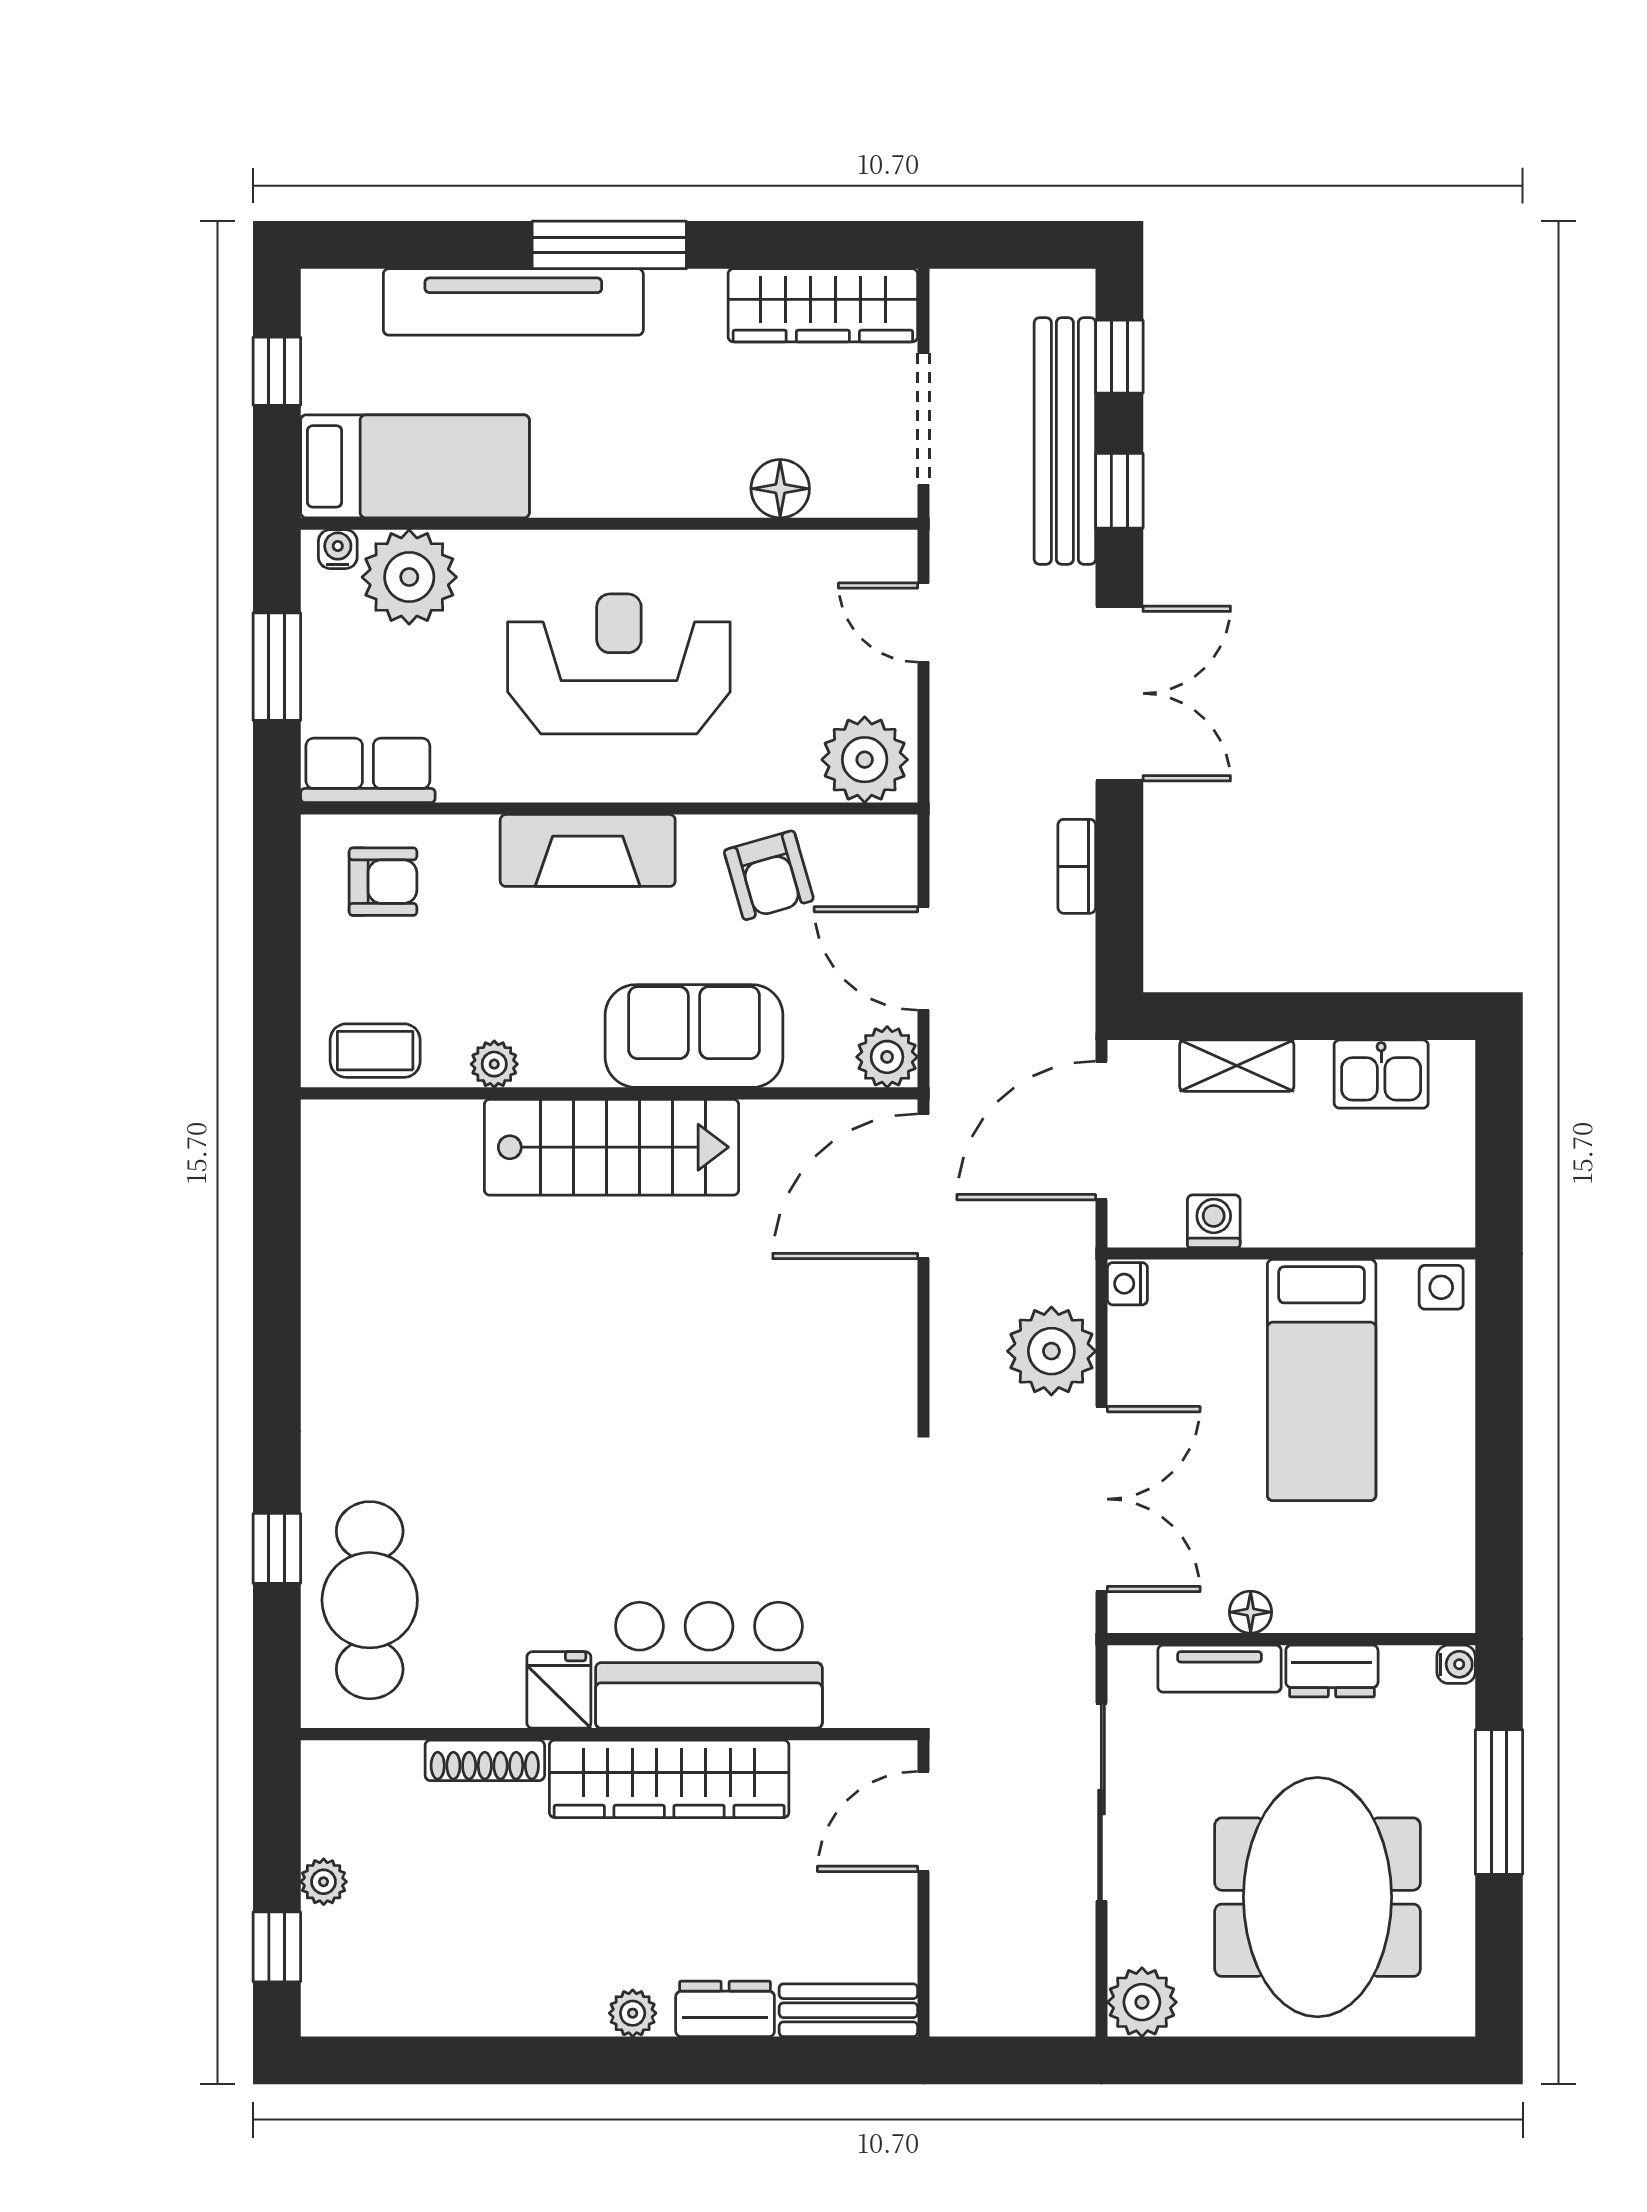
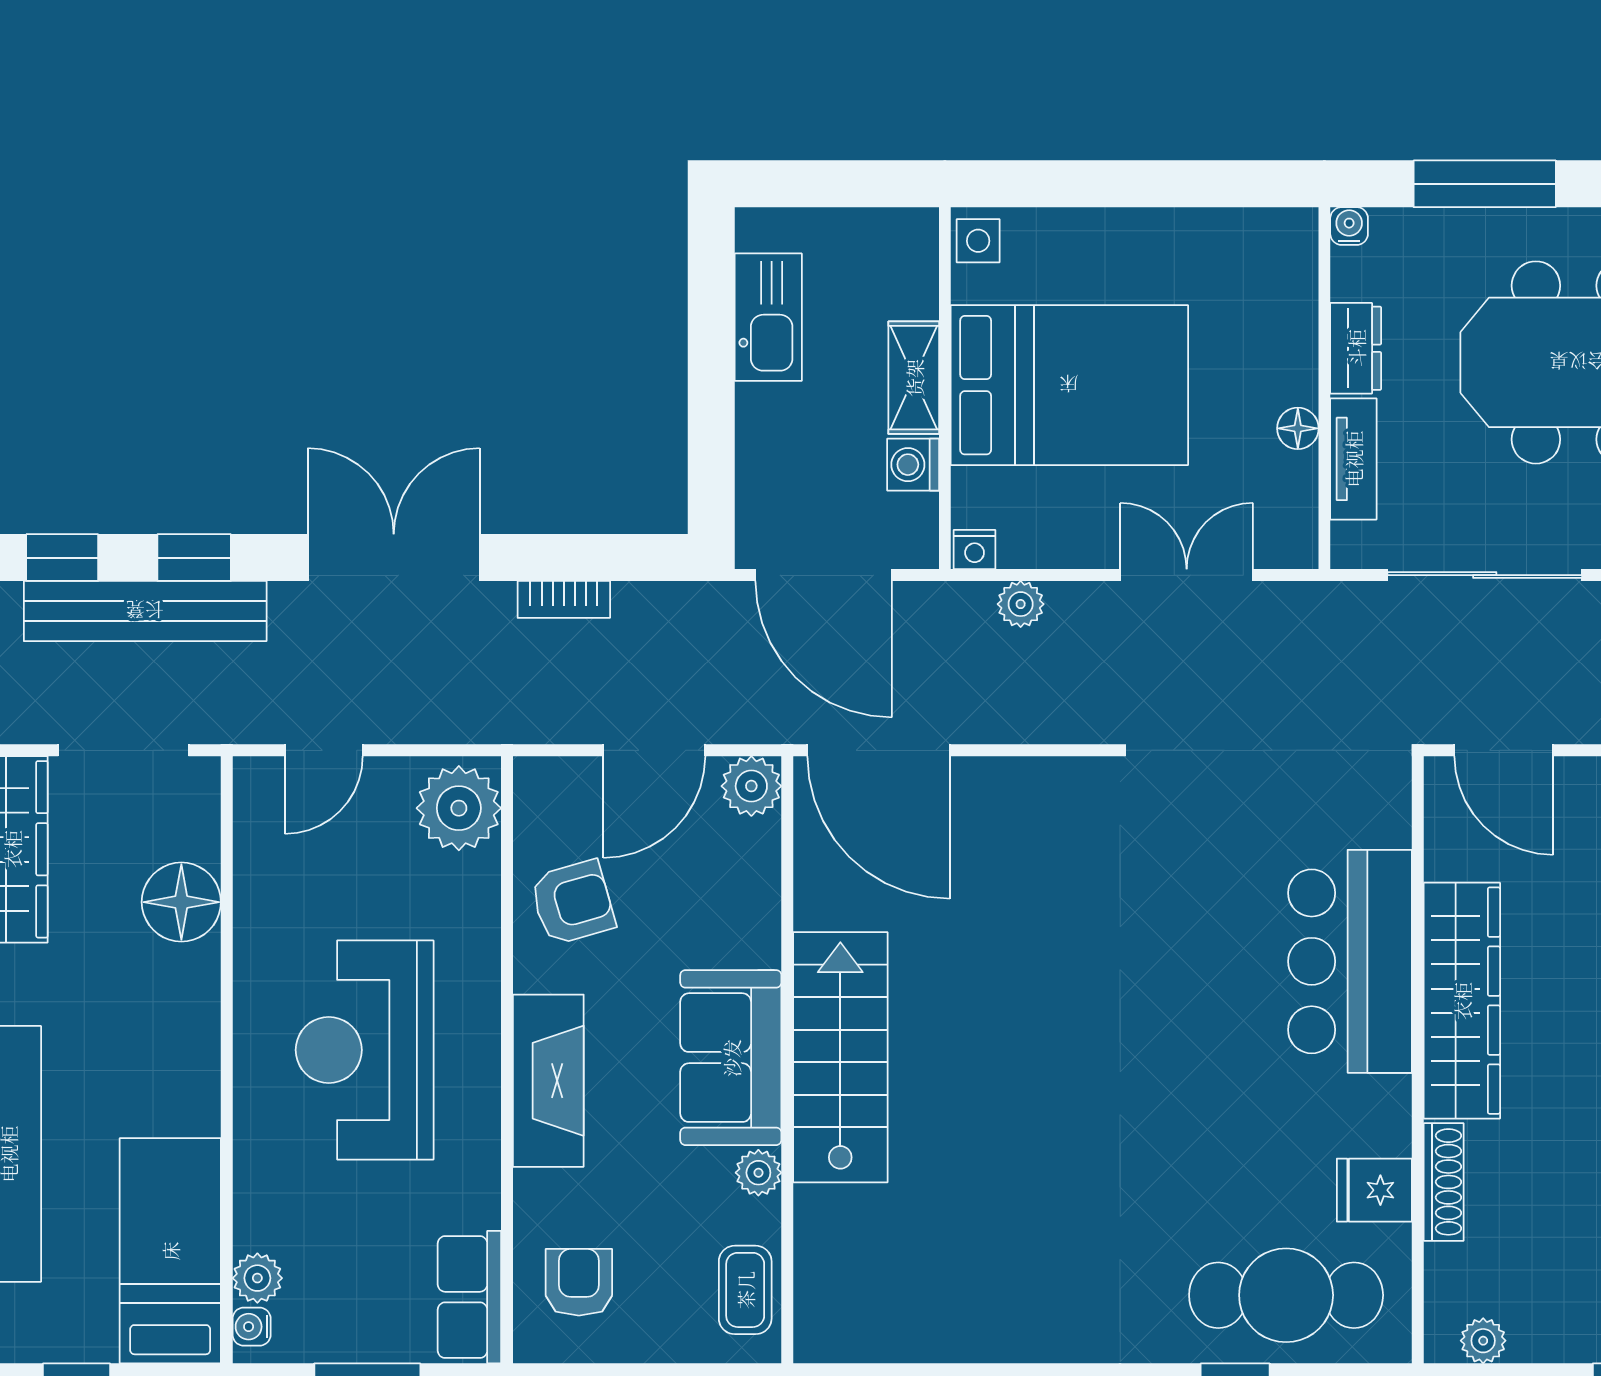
floor lamp: (780, 489) -> (181, 902), width x1.38, depth x1.38
plant: (409, 577) -> (257, 1278), width x0.53, depth x0.53
sofa: (694, 1036) -> (731, 1058), moved
shelving: (1237, 1066) -> (914, 378), moved
kitchen sink: (1381, 1074) -> (768, 317), width x1.38
plant: (1051, 1351) -> (1021, 604), width x0.53, depth x0.53
bed: (1322, 1380) -> (1069, 385), width x1.50
double door: (1101, 1499) -> (1187, 575), width x0.73
fridge: (559, 1690) -> (1374, 1190), moved
plant: (324, 1882) -> (1483, 1341), moved

